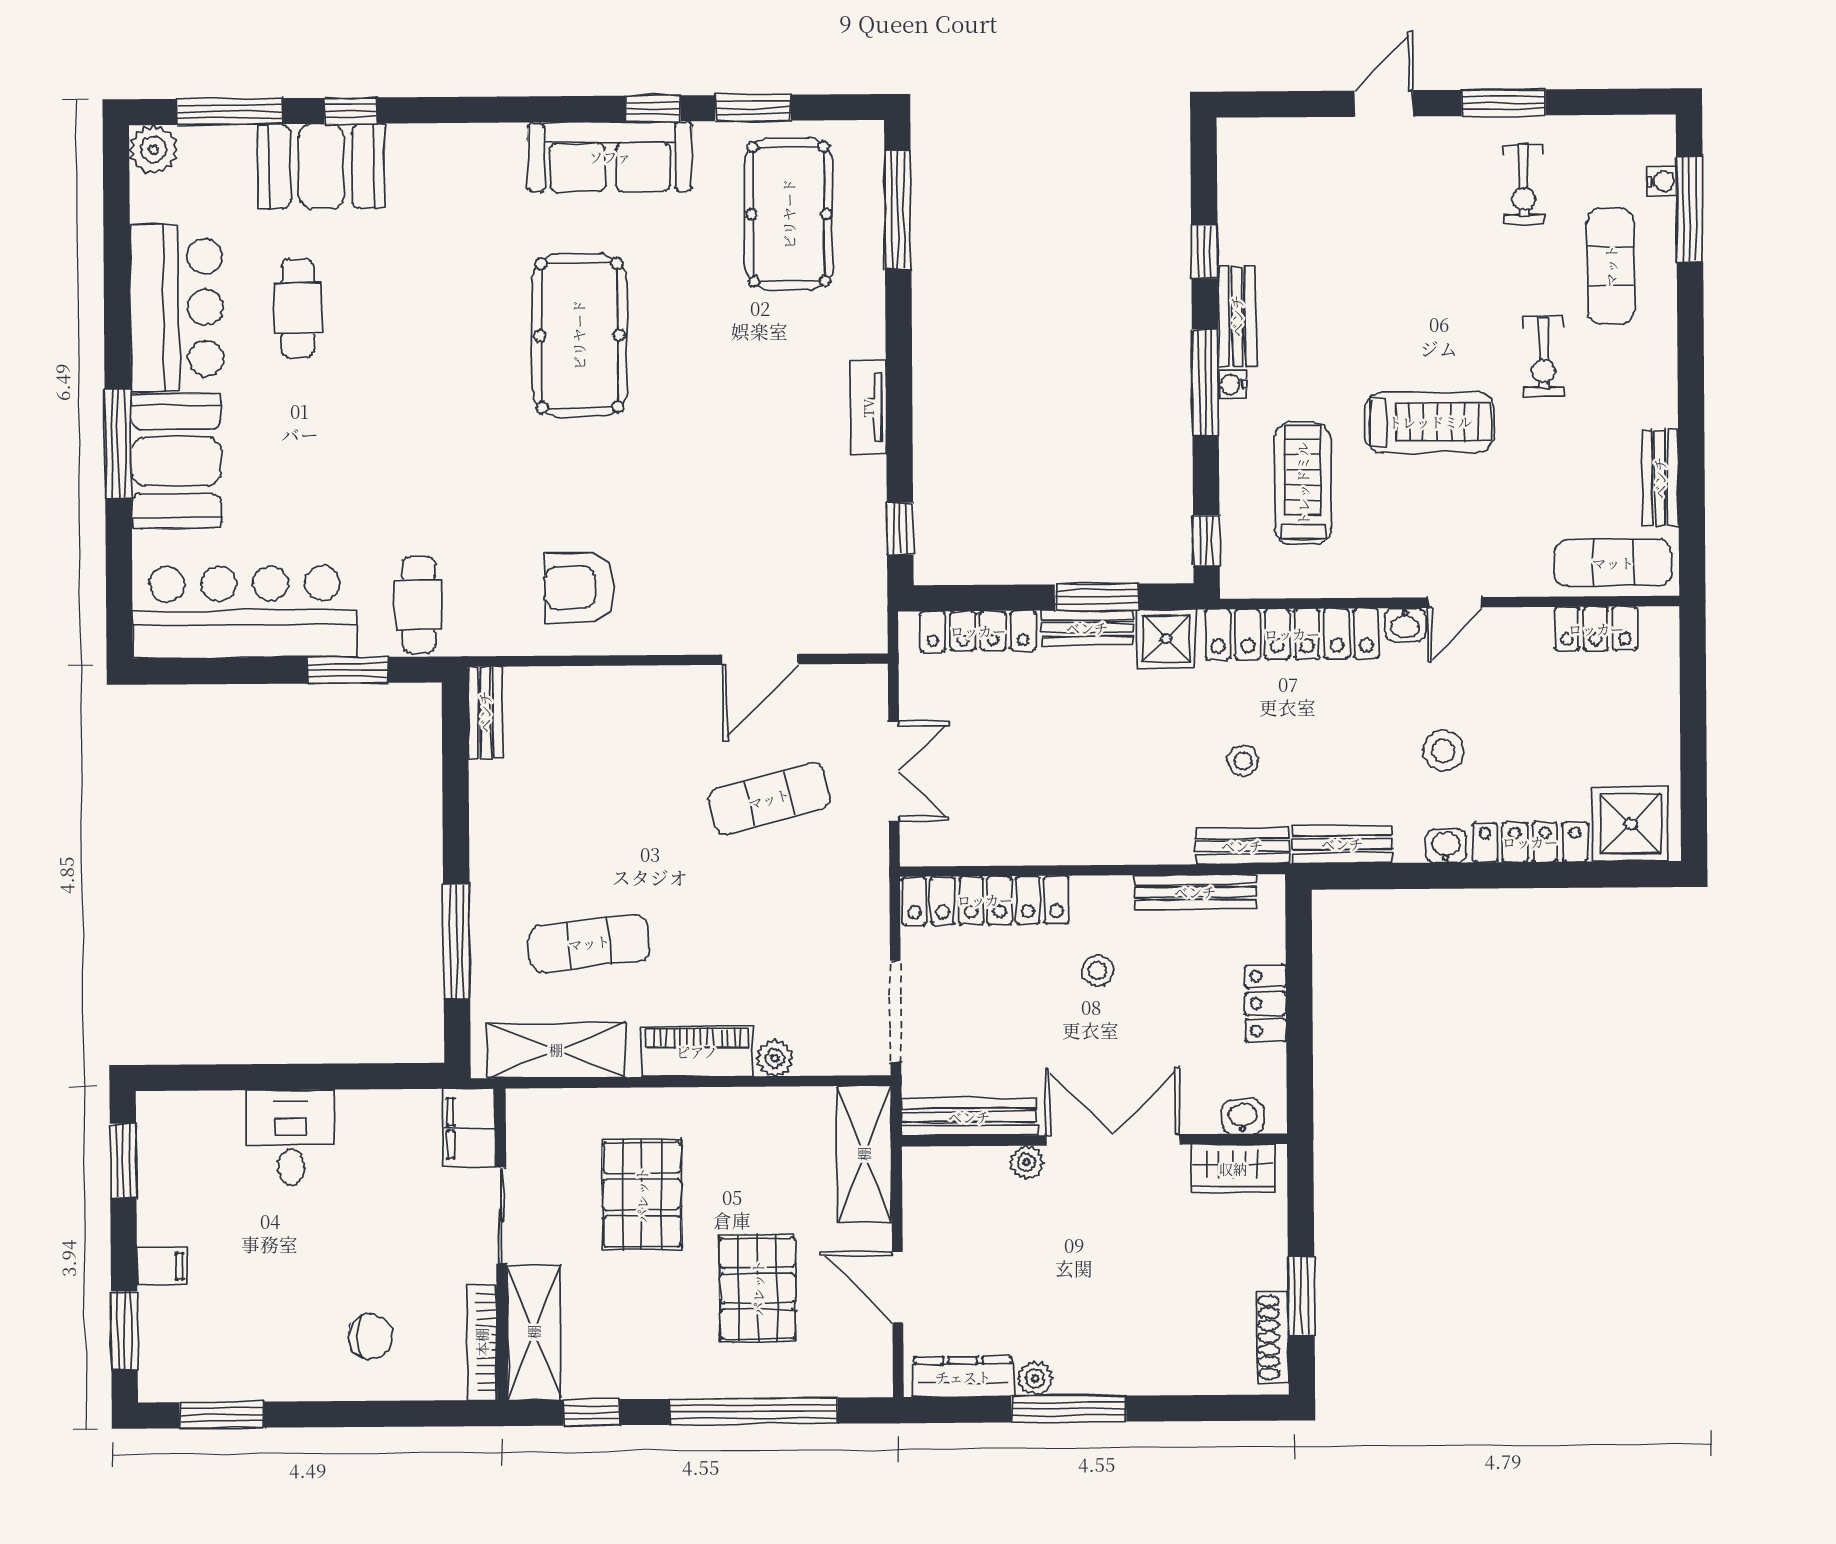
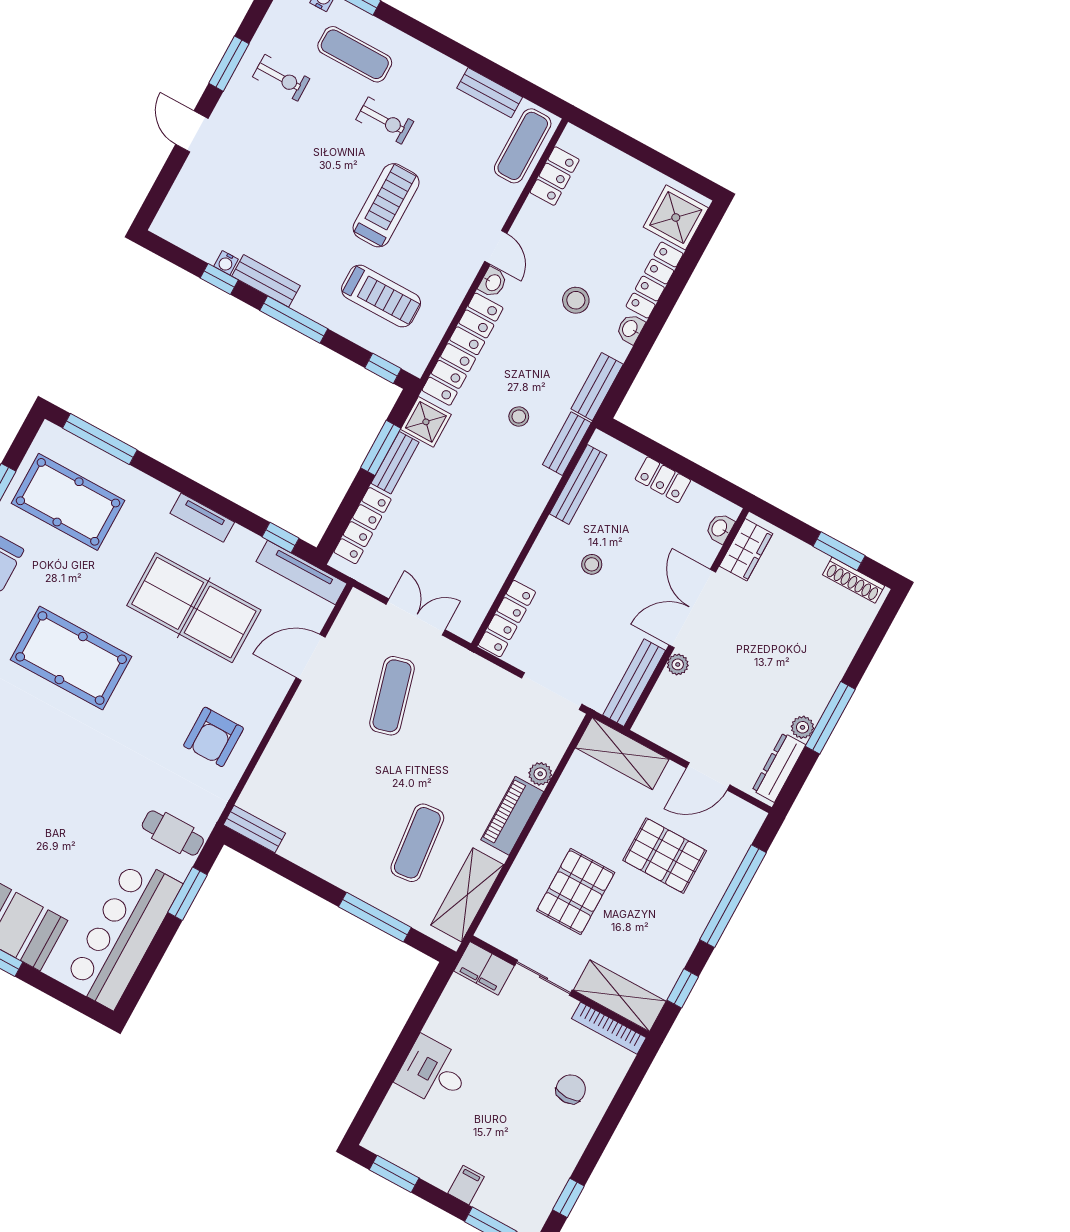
water cooler: (1232, 384) -> (226, 263), moved
table tennis table: (740, 464) -> (194, 608), added
treadmill: (1303, 484) -> (381, 296), turned 180
tv unit: (868, 583) -> (301, 573), added
door: (760, 659) -> (311, 657), swing flipped
locker: (985, 900) -> (507, 619), width x0.71, depth x0.83
pallet: (642, 1195) -> (576, 892), turned 90
window: (222, 1415) -> (568, 1198), width x0.67

